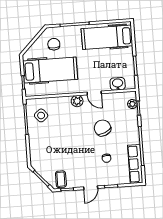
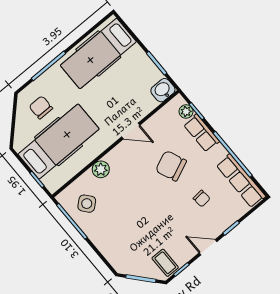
washbasin: (118, 84) -> (163, 90), moved
plant: (77, 101) -> (101, 169), moved
row of seats: (132, 122) -> (201, 133), added
door: (91, 188) -> (208, 247), swing flipped

